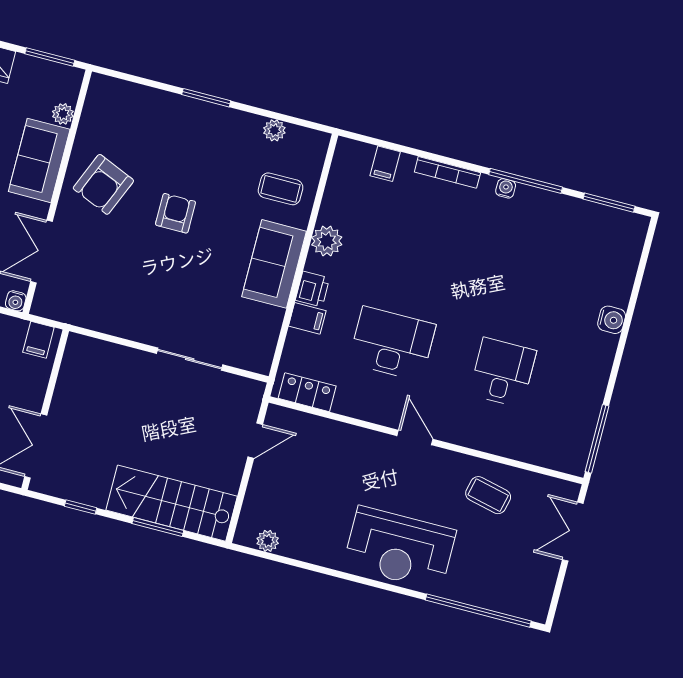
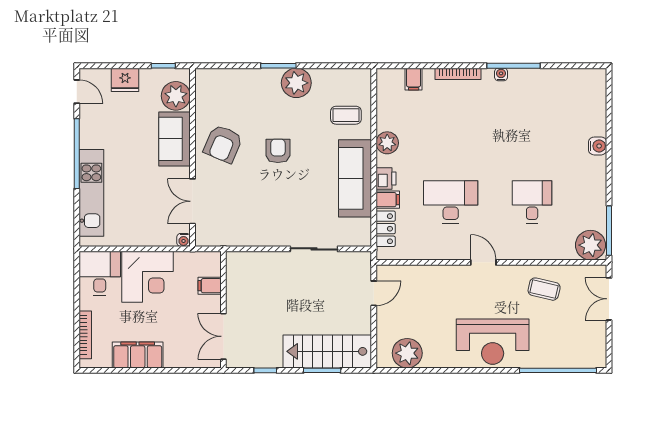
window: (50, 57) -> (163, 66), width x0.67
plant: (63, 114) -> (176, 96), width x1.87, depth x1.87
plant: (274, 130) -> (296, 83), moved, width x1.87, depth x1.87
window: (609, 203) -> (575, 66), removed
sofa: (274, 264) -> (355, 178), width x1.36
filing cabinet: (38, 340) -> (210, 286), moved, turned 90
locker: (307, 392) -> (386, 229), moved, turned 90
plant: (567, 452) -> (591, 245), added
plant: (268, 541) -> (407, 353), width x1.88, depth x1.88

